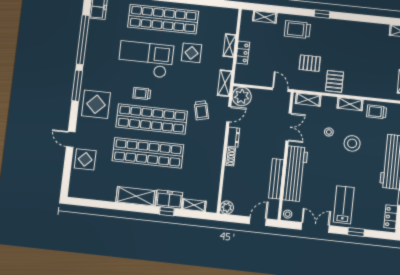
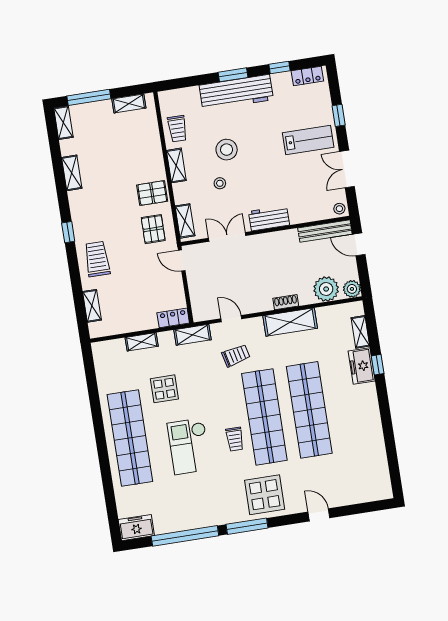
shelving: (364, 28) -> (72, 173), added
trolley: (297, 29) -> (97, 259), turned 180
locker: (243, 53) -> (173, 318), moved
checkout: (146, 60) -> (189, 446), width x0.73, depth x0.83
pallet: (310, 63) -> (153, 229), moved
door: (280, 90) -> (182, 261), hinge flipped
plant: (242, 96) -> (326, 289), moved
dresser: (233, 137) -> (260, 305), removed
door: (71, 139) -> (319, 515), swing flipped
display table: (85, 159) -> (340, 489), removed
workbench: (295, 174) -> (269, 218), width x0.53, depth x0.76
bench: (276, 179) -> (325, 231), moved
shelving: (136, 196) -> (290, 322), moved, turned 90
lab bench: (344, 205) -> (308, 140), turned 180

